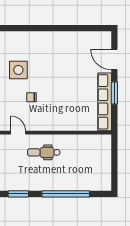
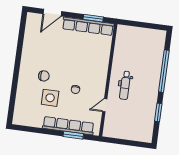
chair: (42, 60) -> (44, 76), added
window: (114, 93) -> (93, 18), moved

